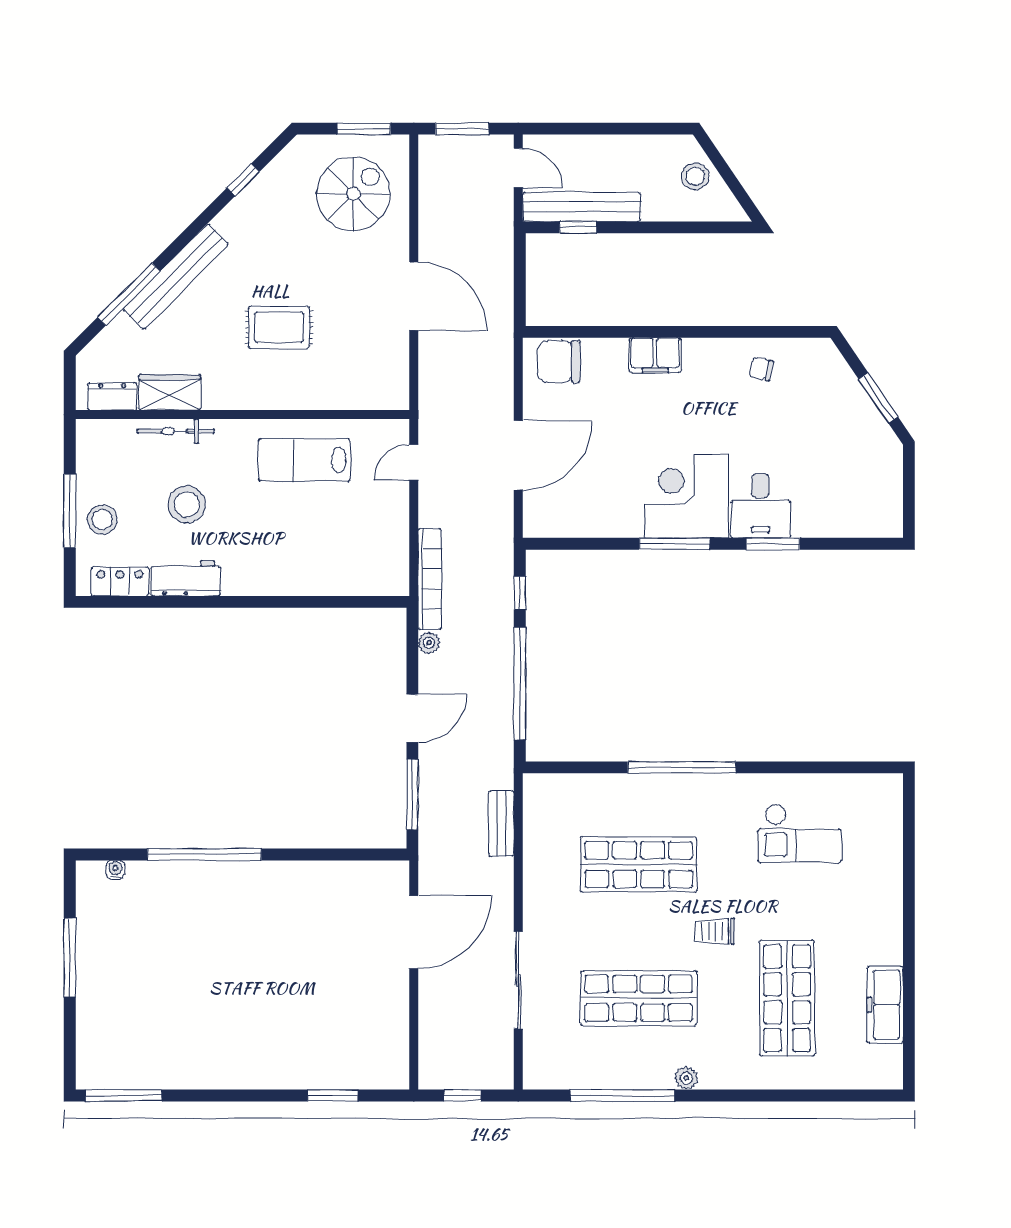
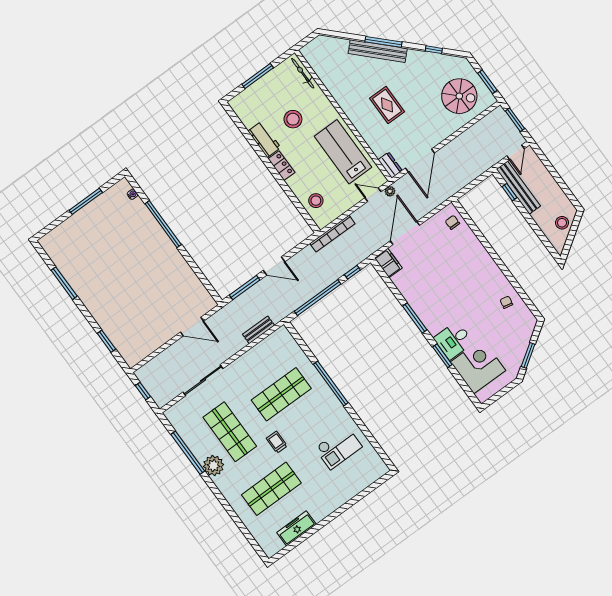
window: (129, 294) -> (383, 42), moved
door: (414, 296) -> (420, 160), moved
filing cabinet: (655, 355) -> (388, 263), moved, turned 180
chair: (559, 362) -> (452, 222), width x0.54, depth x0.54
wardrobe: (170, 392) -> (331, 81), removed
dresser: (112, 396) -> (390, 165), moved
bicycle: (176, 431) -> (303, 73), moved
door: (518, 455) -> (405, 233), swing flipped
lab bench: (304, 460) -> (343, 152), width x1.36, depth x1.39
corner desk: (686, 496) -> (478, 366), moved
stool: (102, 520) -> (316, 201), moved
locker: (120, 582) -> (281, 166), moved
plant: (429, 643) -> (390, 191), moved
checkout: (800, 833) -> (338, 447), turned -90
shop shelf: (639, 865) -> (281, 394), turned 90
door: (414, 932) -> (192, 327), width x0.73
plant: (686, 1078) -> (213, 466), width x1.88, depth x1.88
window: (124, 1095) -> (64, 283), moved

